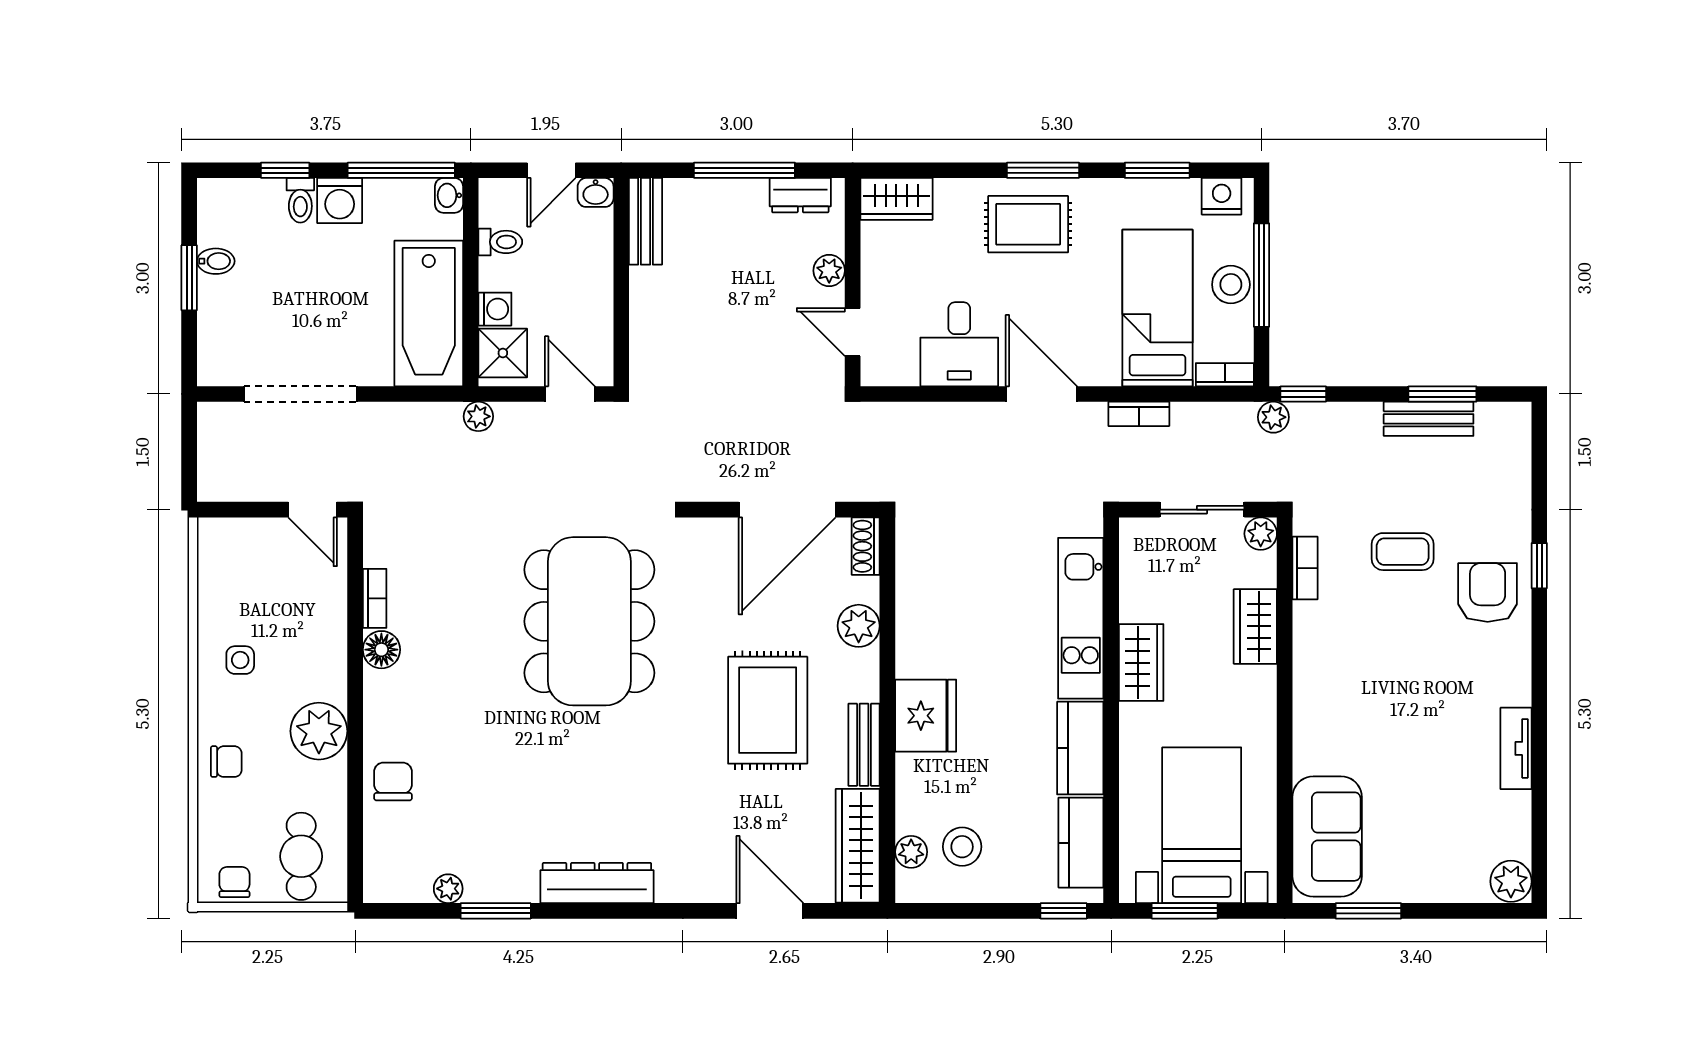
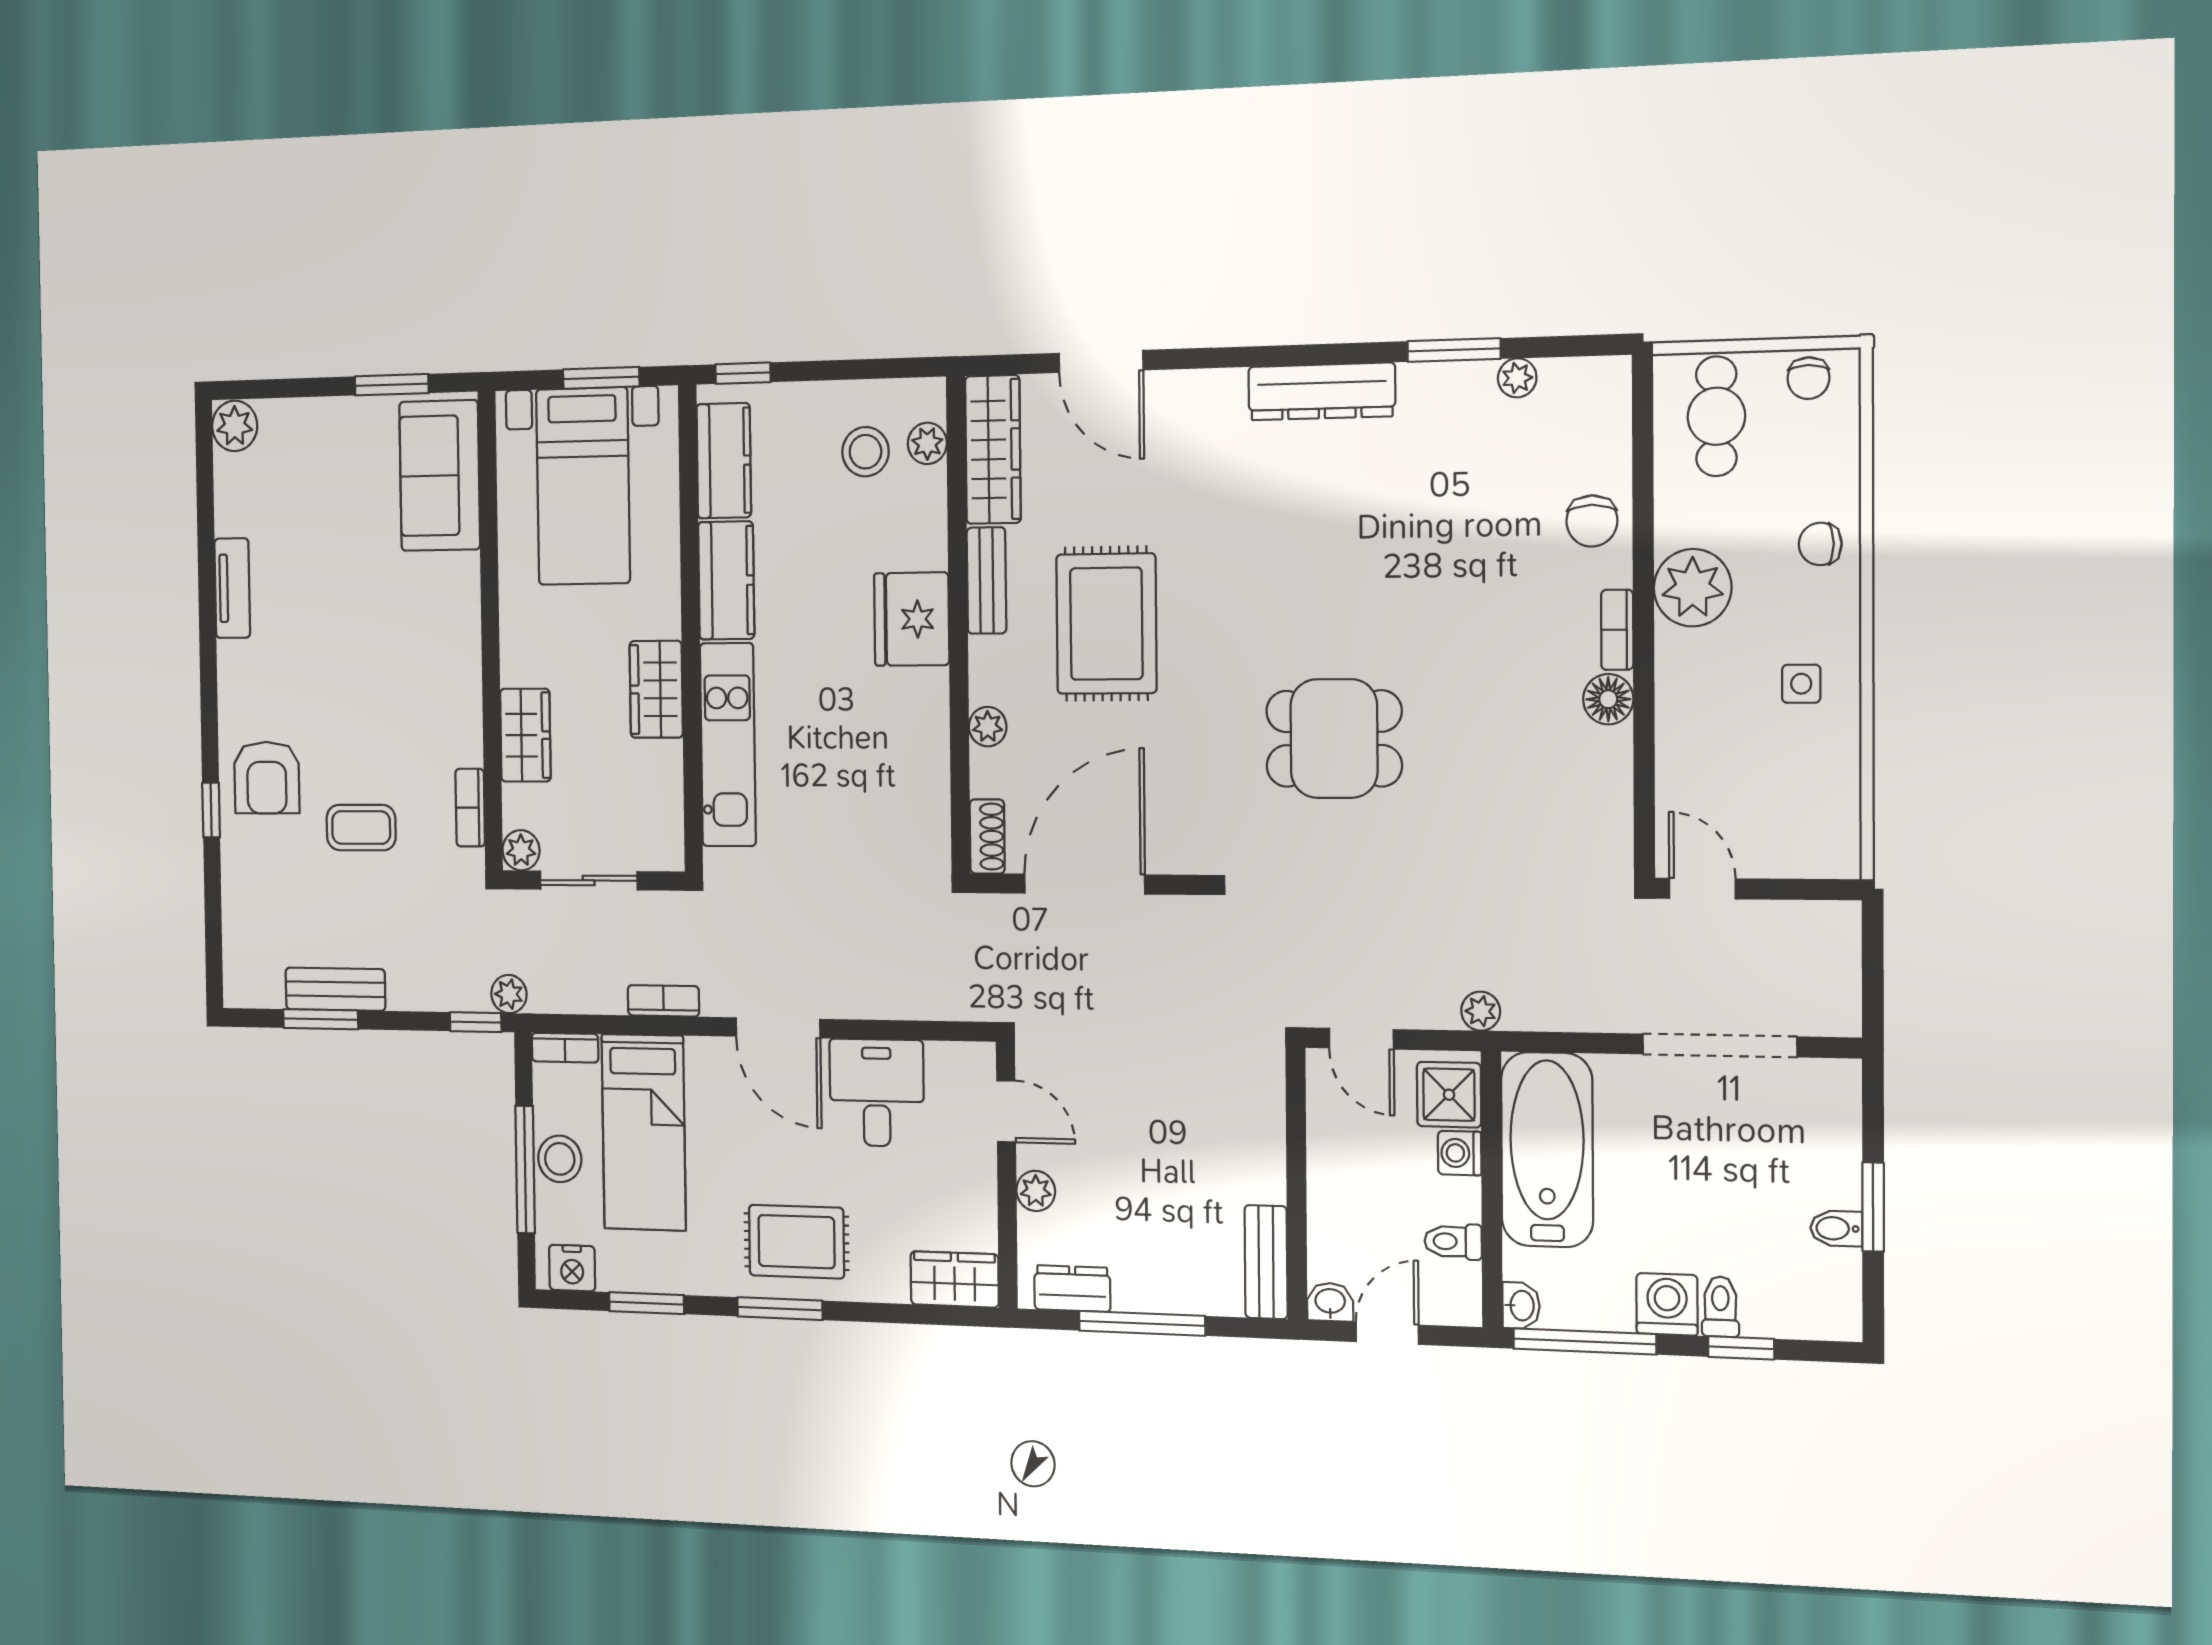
bookcase: (375, 598) -> (1617, 630), moved
dining table: (589, 621) -> (1334, 739), width x0.53, depth x0.80
plant: (859, 626) -> (988, 727), width x0.73, depth x0.73

